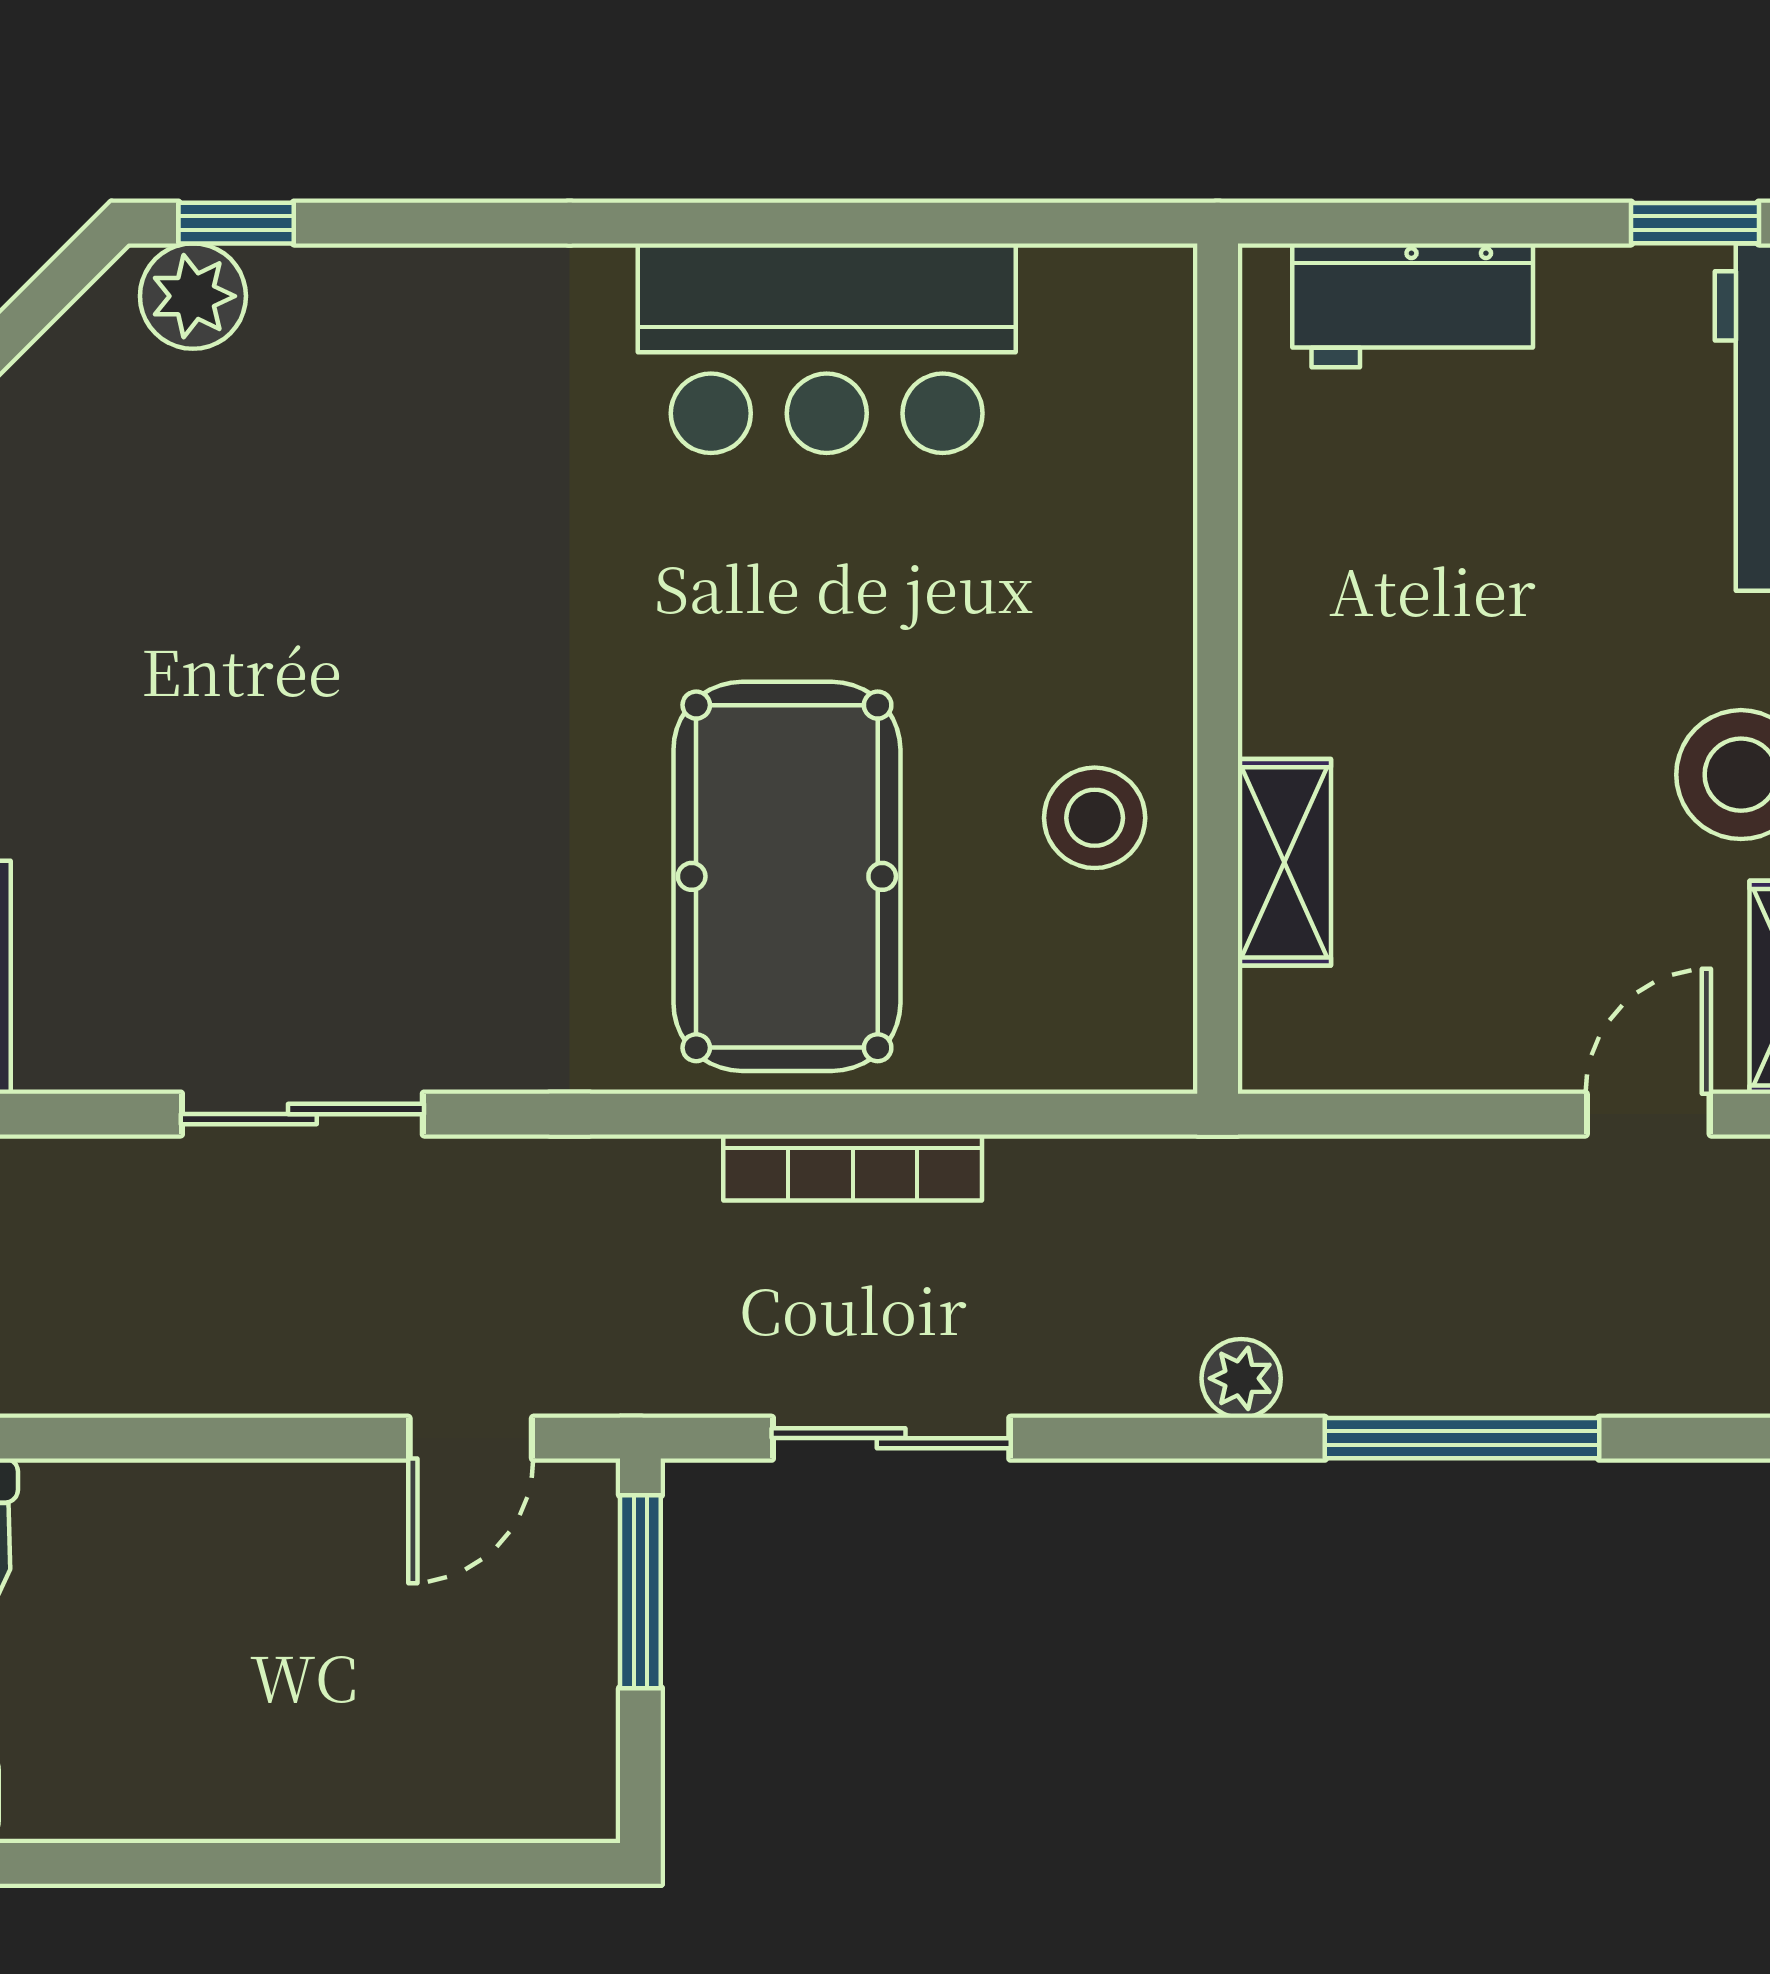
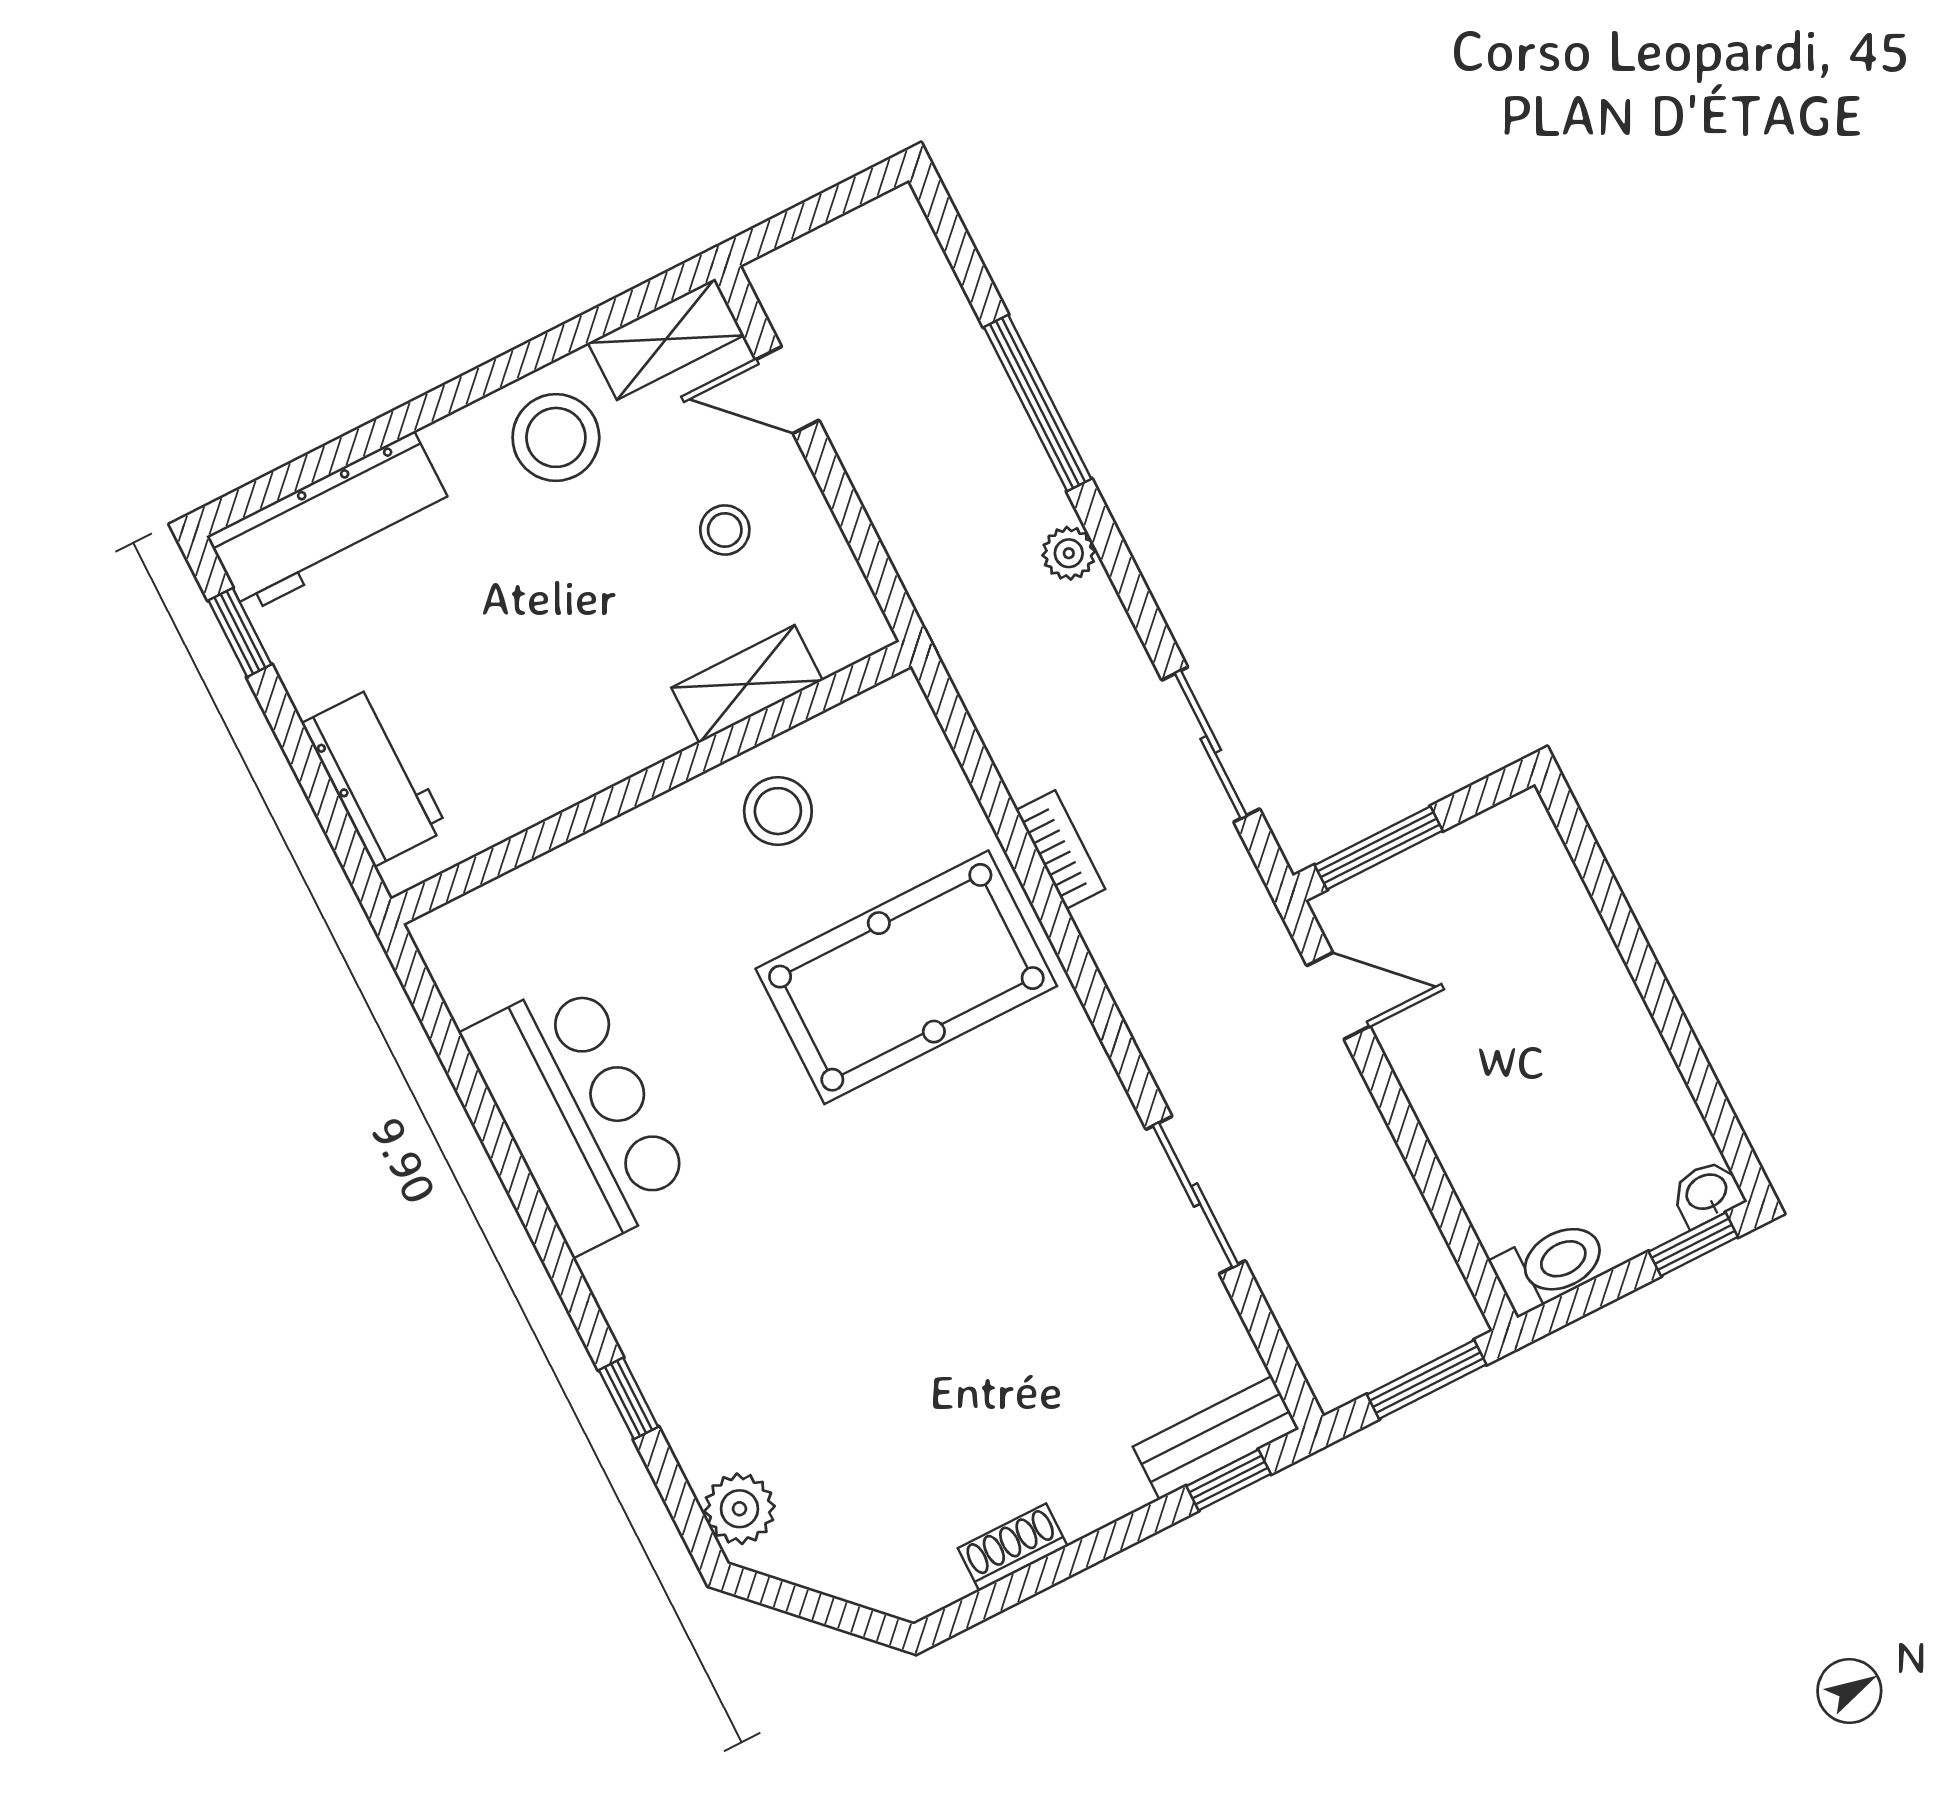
window: (236, 223) -> (629, 1398), moved
stool: (1504, 937) -> (725, 530), added
bookcase: (853, 1167) -> (1061, 850), width x0.64

